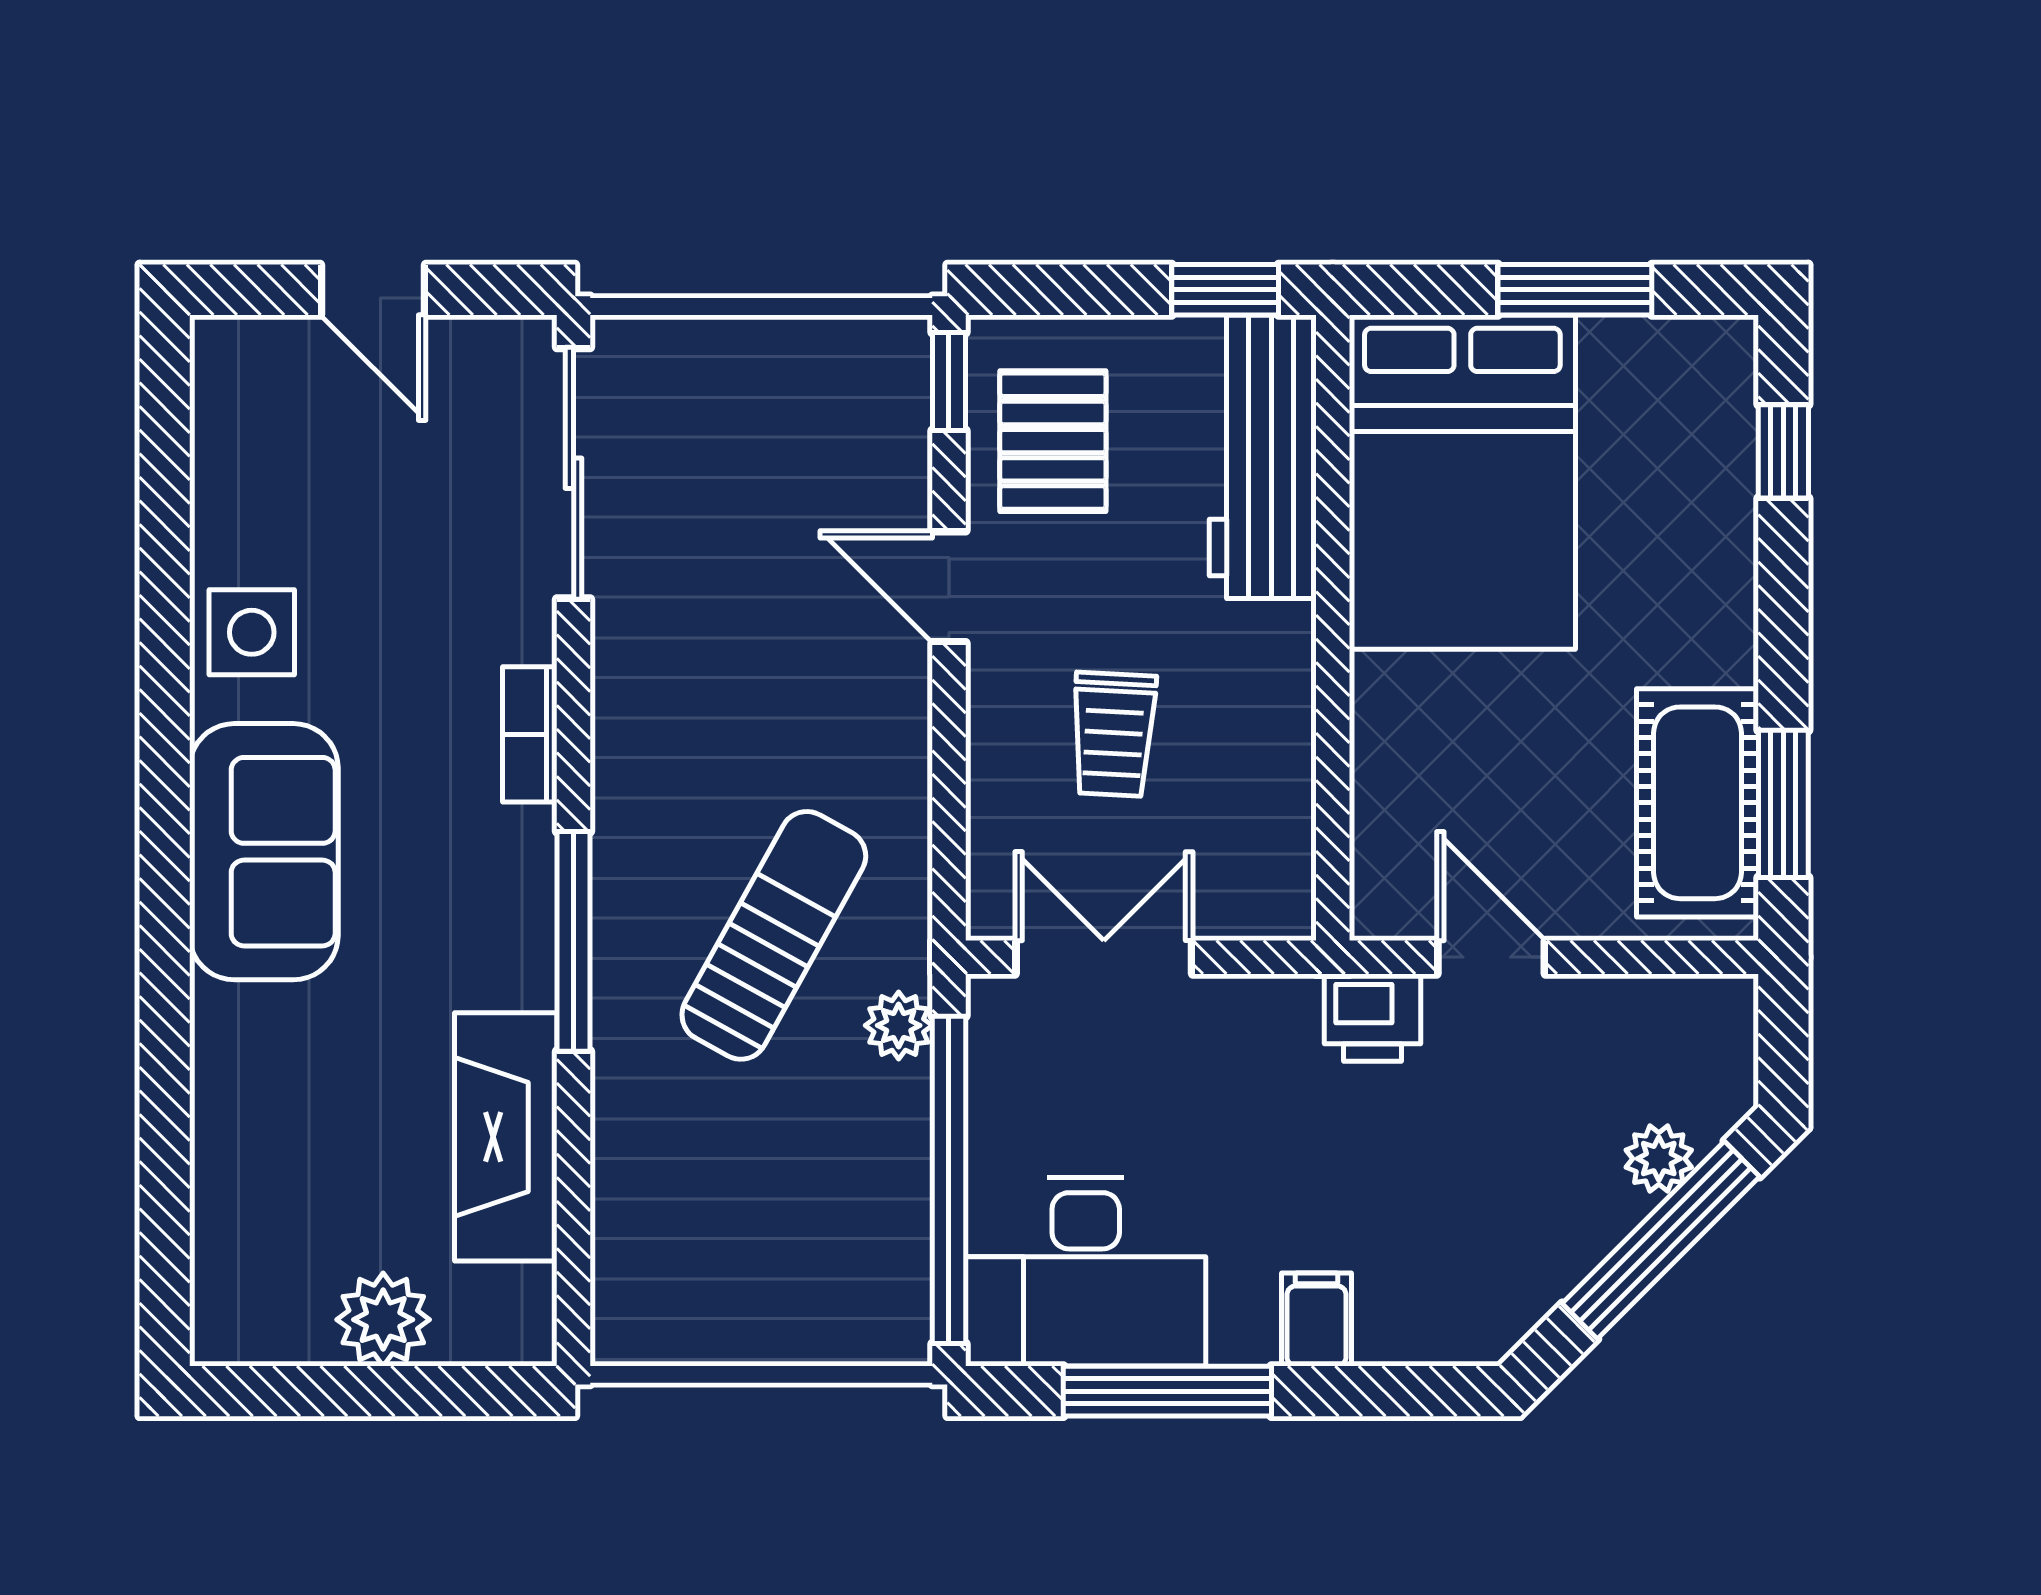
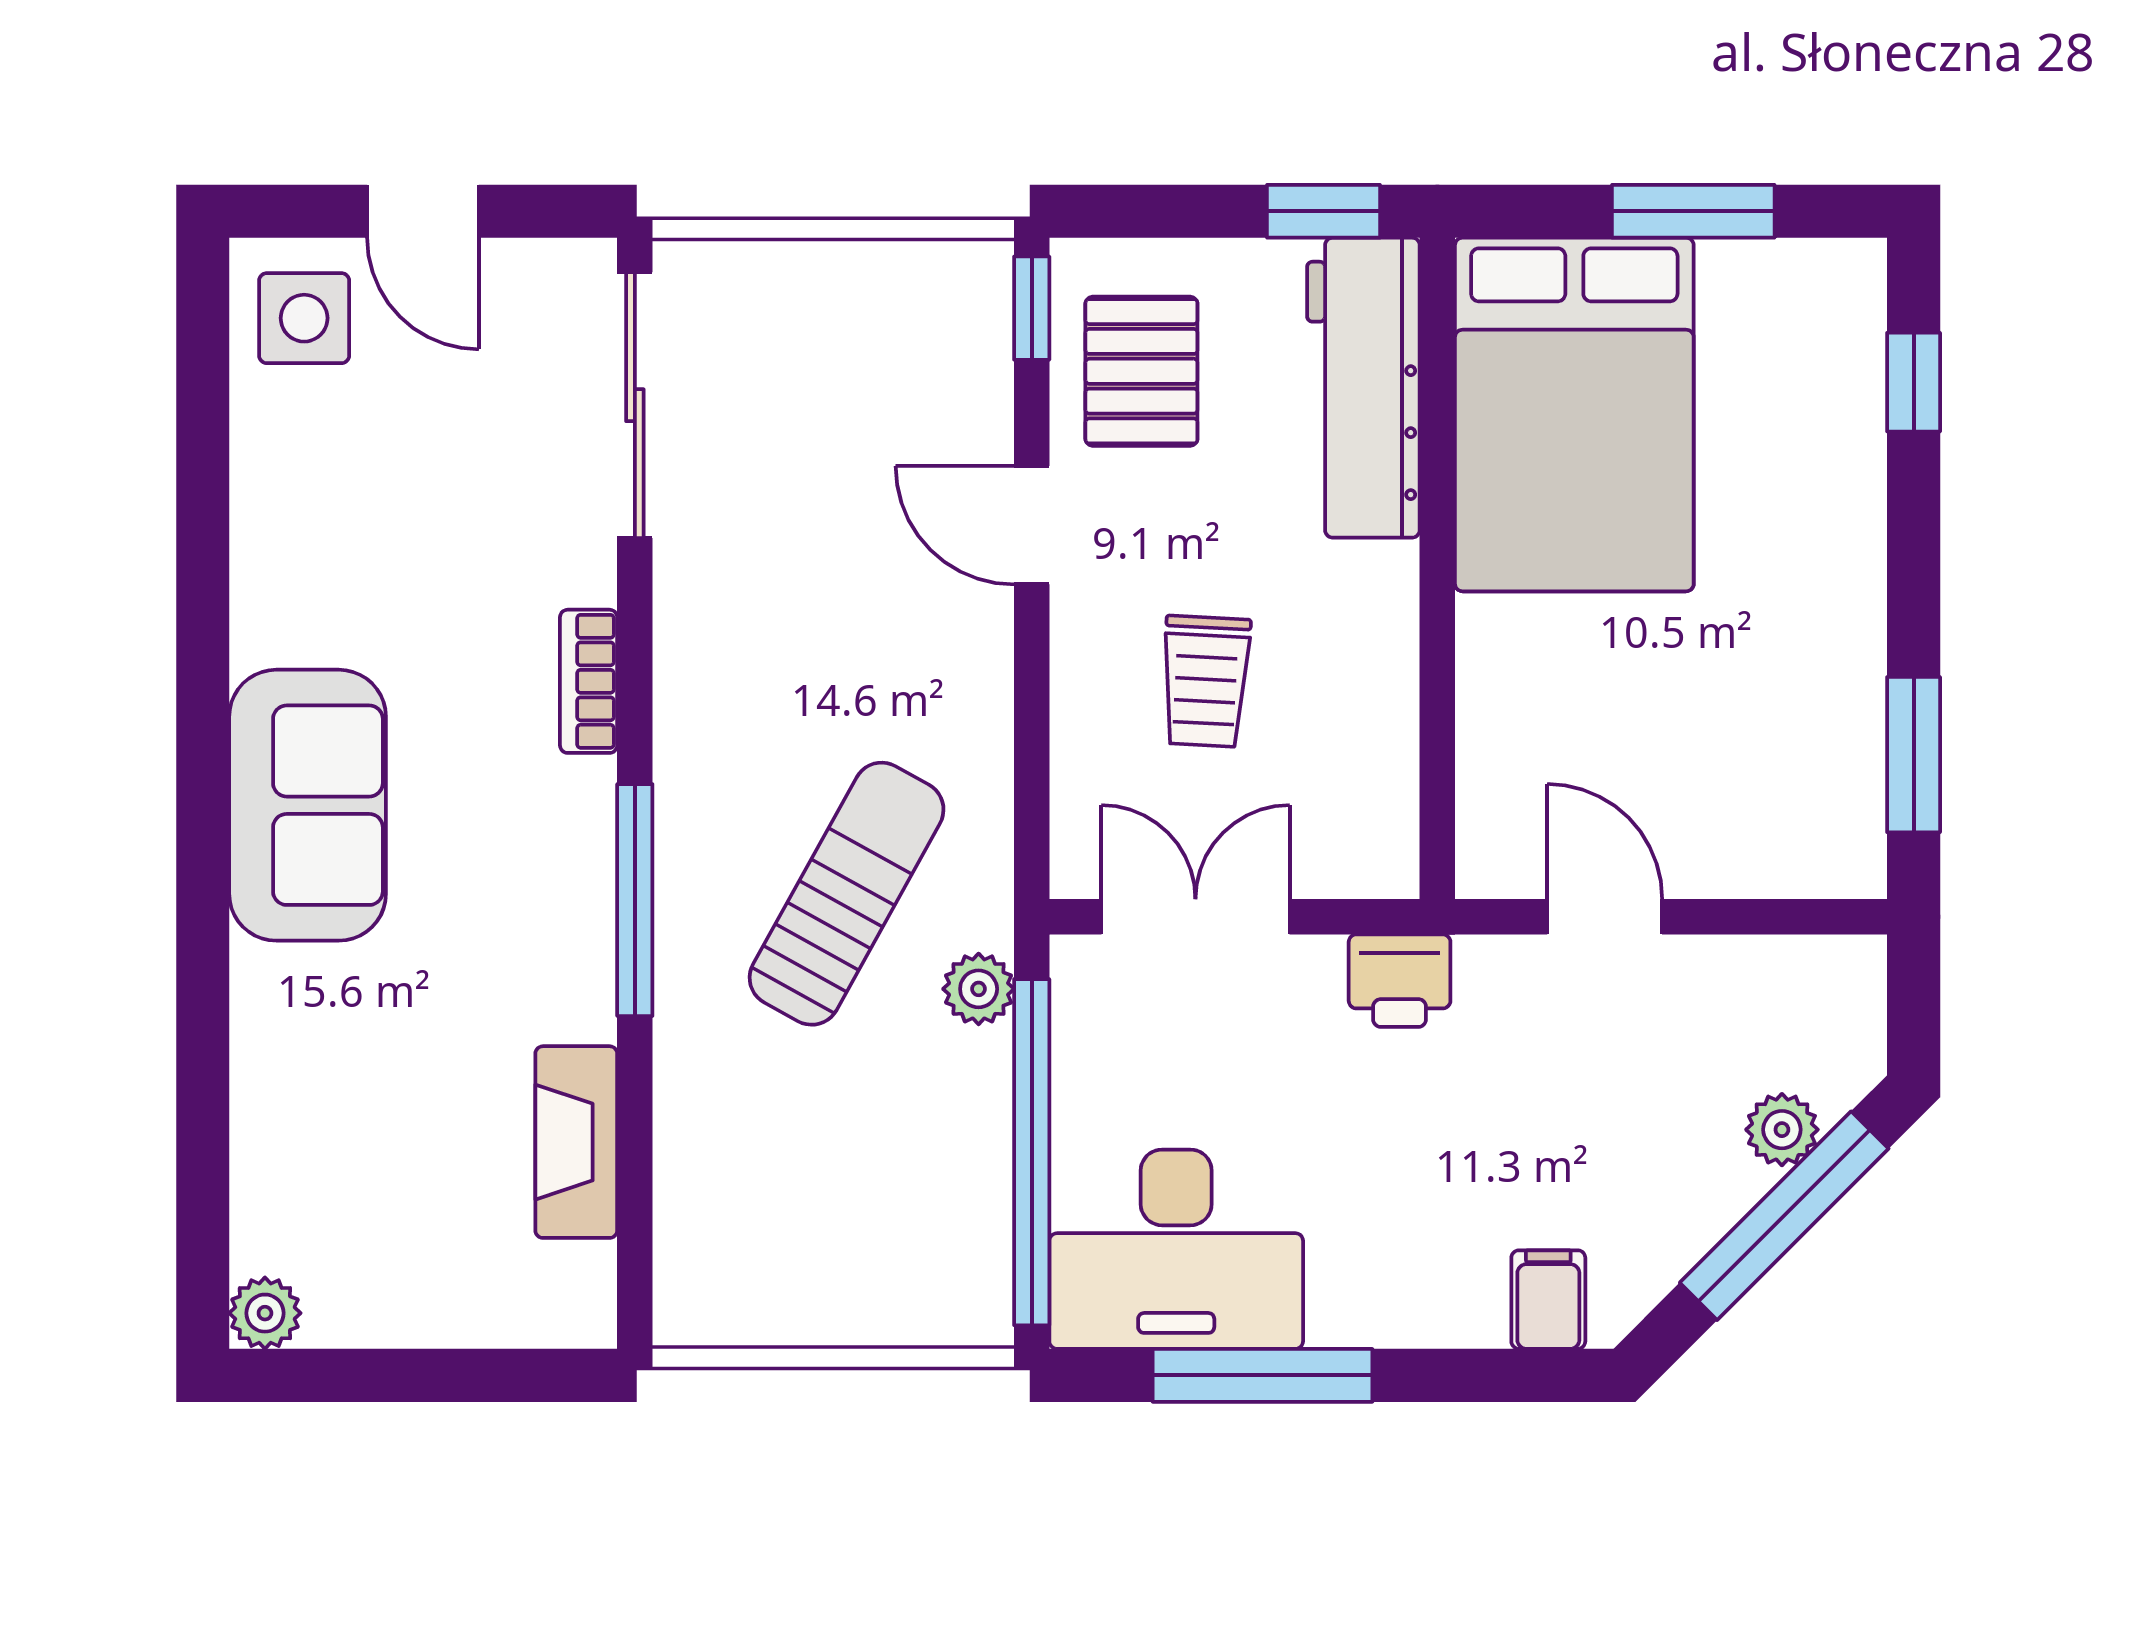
side table: (252, 632) -> (304, 318), moved
cot: (1697, 803) -> (1823, 754), removed
printer: (1373, 1018) -> (1400, 981), moved
fireplace: (506, 1137) -> (576, 1142), width x0.73, depth x0.76
filing cabinet: (1316, 1319) -> (1548, 1300), moved
plant: (383, 1320) -> (265, 1313), moved, width x0.73, depth x0.73

